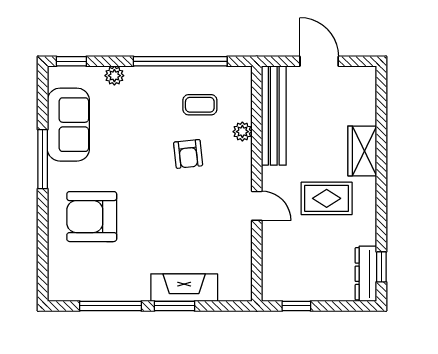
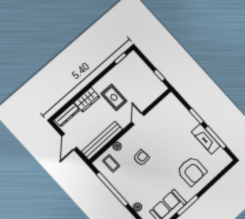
coffee table: (200, 105) -> (111, 163), moved
dresser: (366, 274) -> (67, 115), moved
fireplace: (184, 288) -> (206, 139), moved

